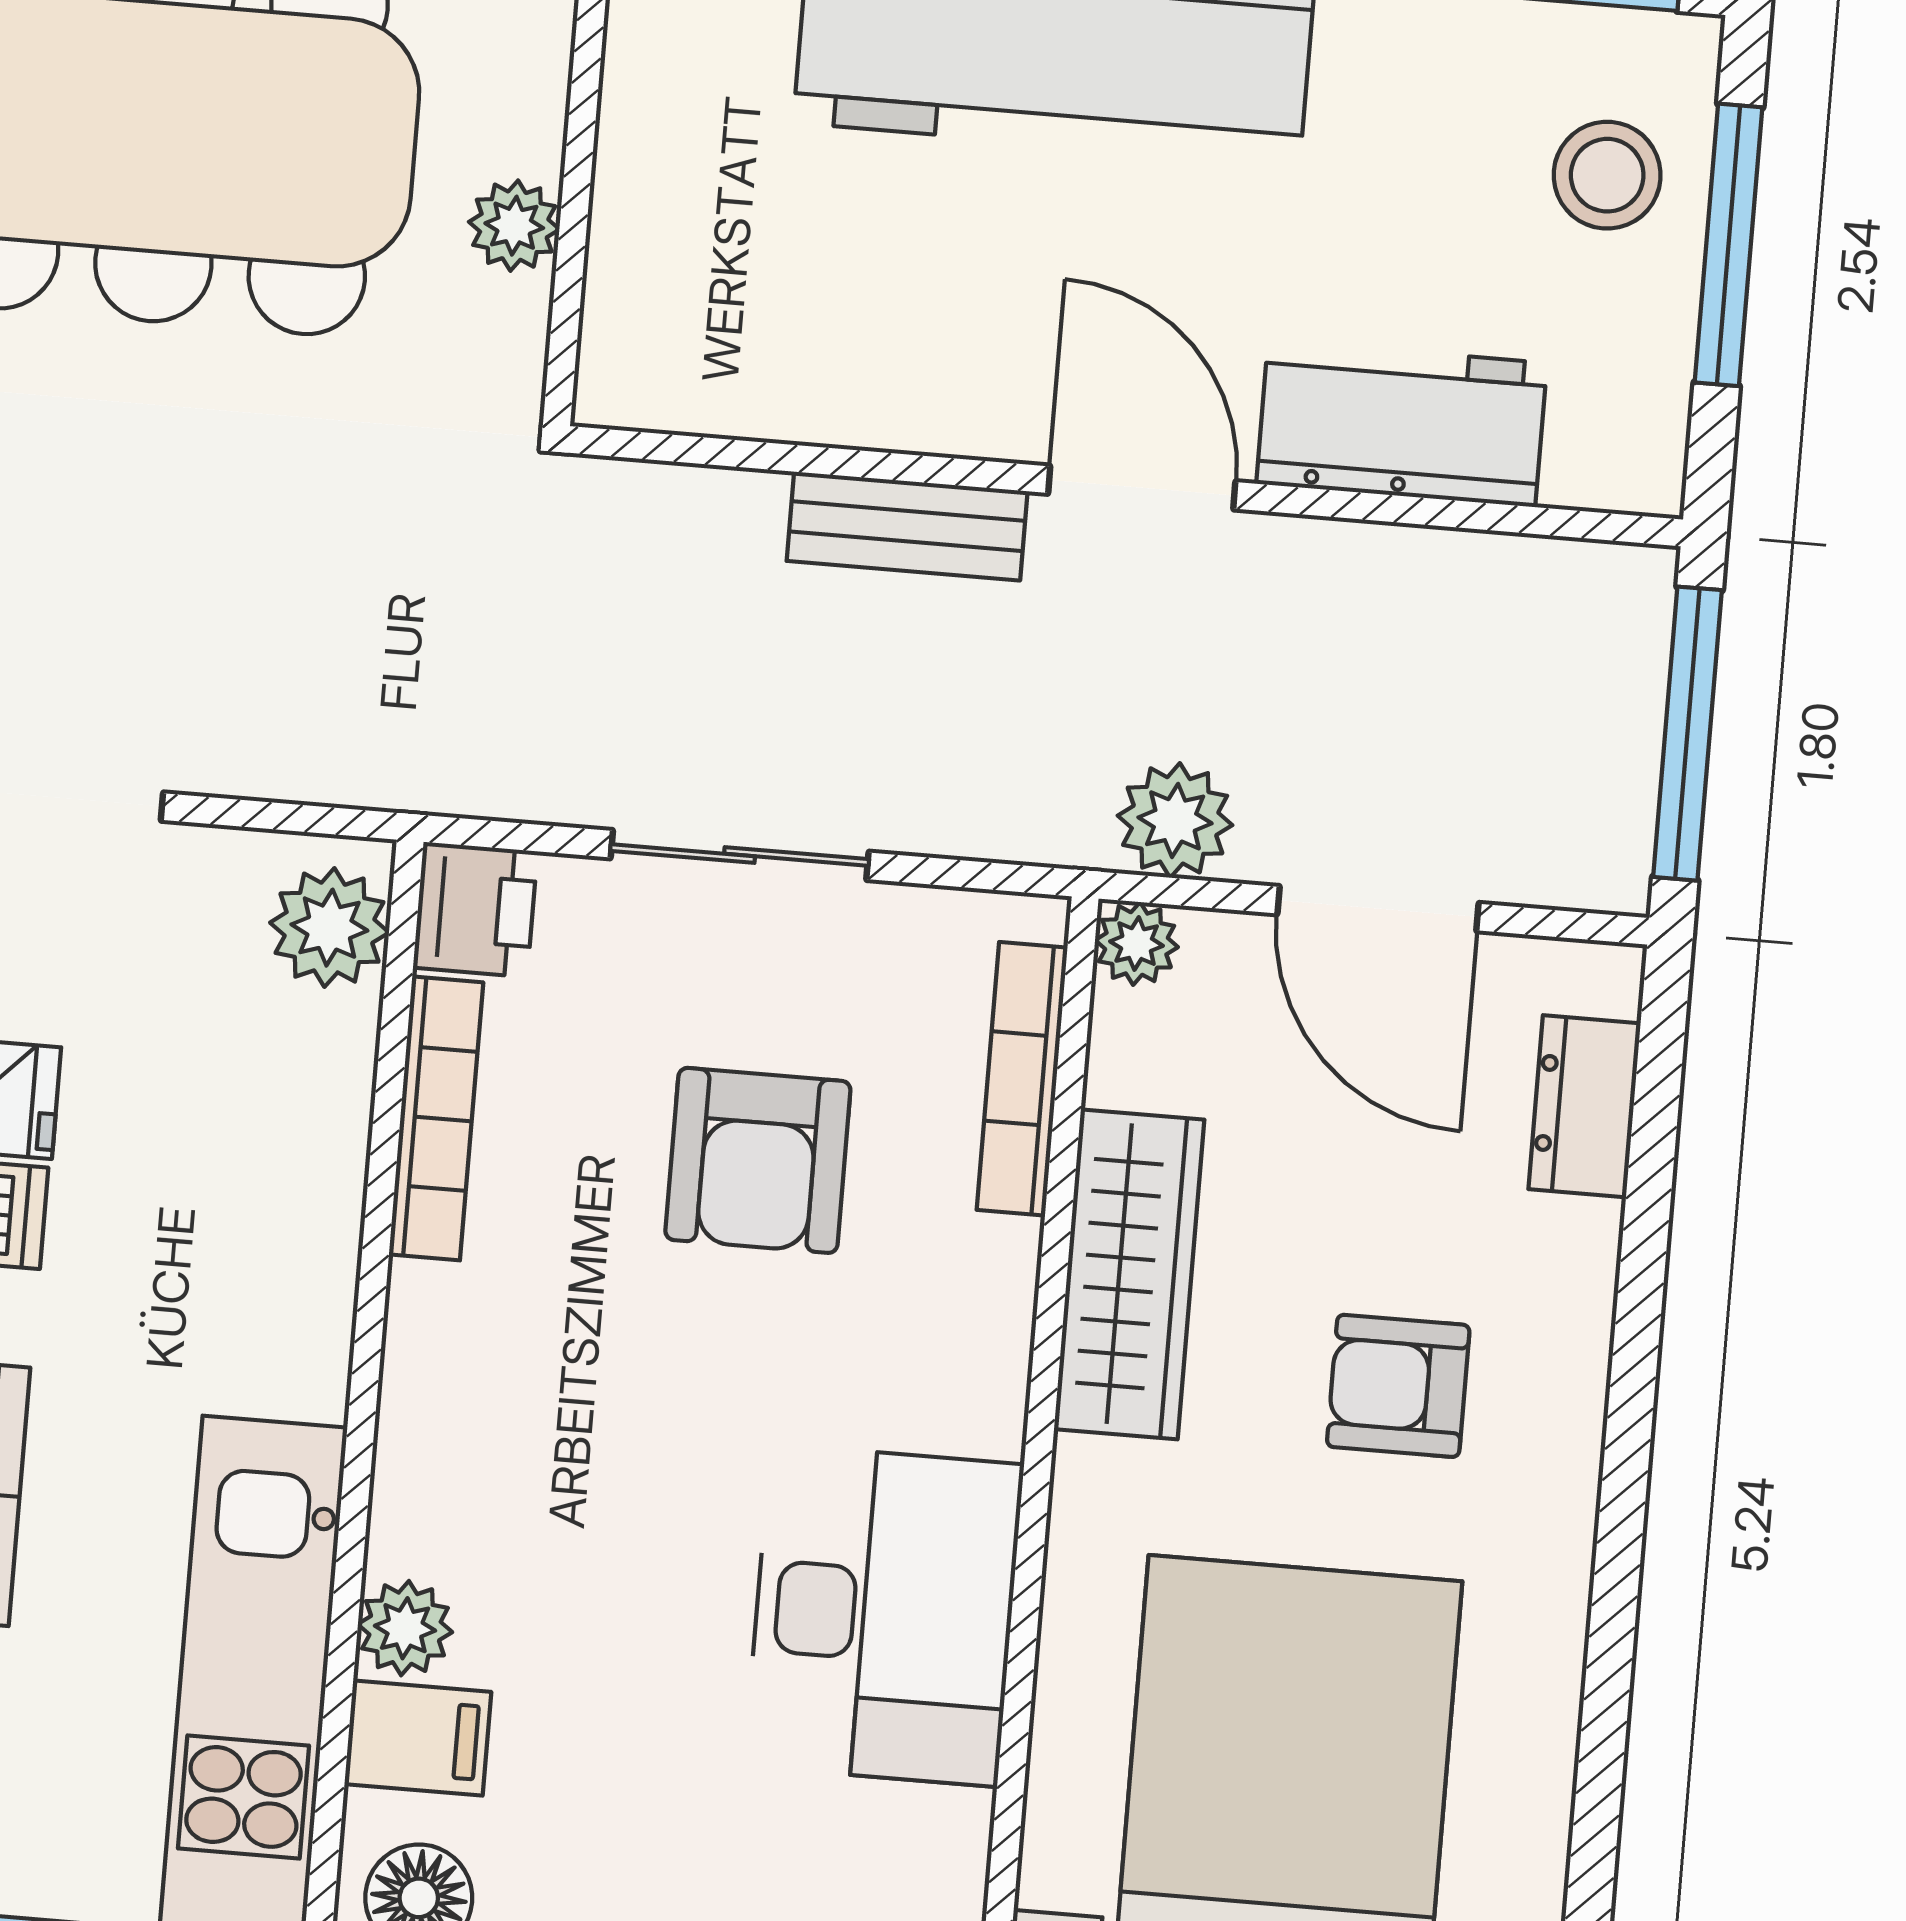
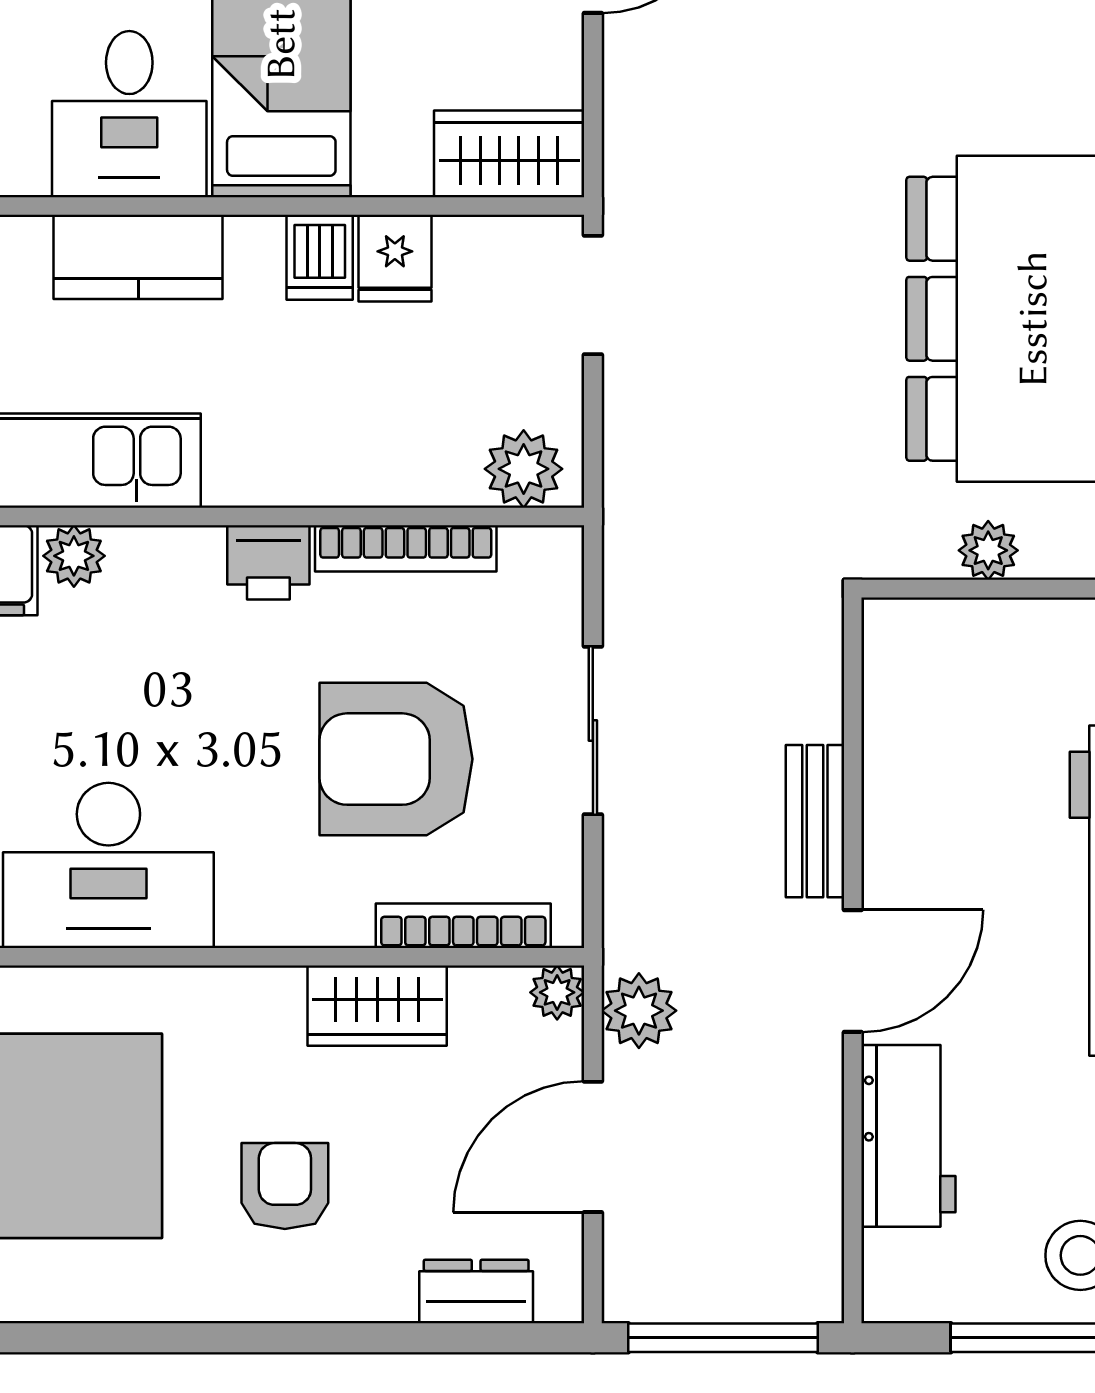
printer: (475, 910) -> (268, 562), moved
armchair: (758, 1160) -> (396, 759), width x1.36, depth x1.36
wardrobe: (1129, 1274) -> (377, 1006), width x0.67

